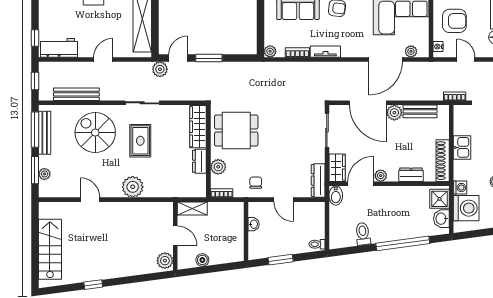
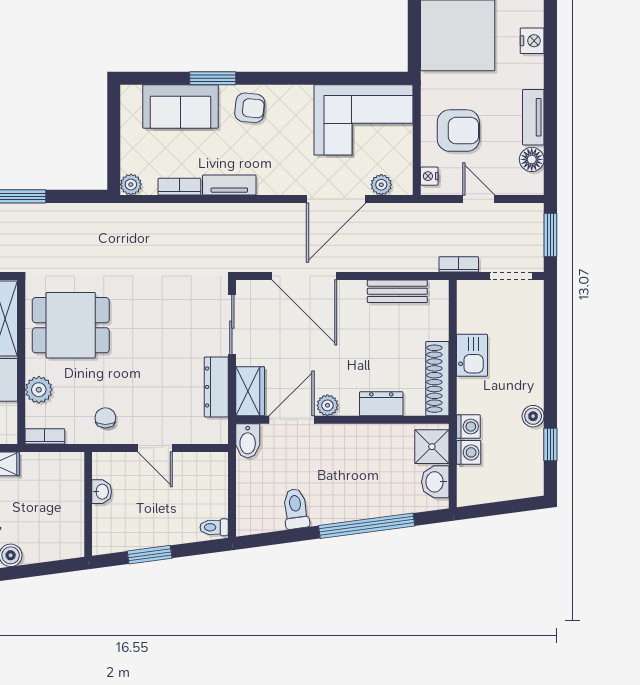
plant: (394, 113) -> (352, 293), removed
dresser: (318, 181) -> (216, 387), moved
washing machine: (466, 208) -> (469, 452), width x0.53, depth x0.53

